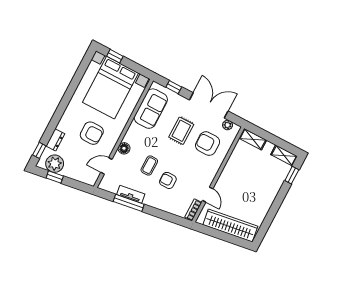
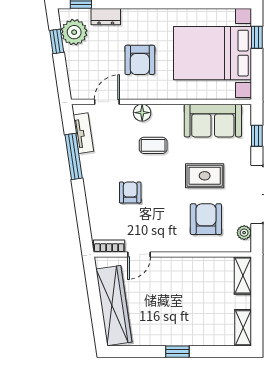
door: (106, 166) -> (107, 102), hinge flipped
coffee table: (149, 166) -> (153, 145), moved
window: (292, 175) -> (177, 352), moved
tv unit: (131, 194) -> (83, 133), moved

